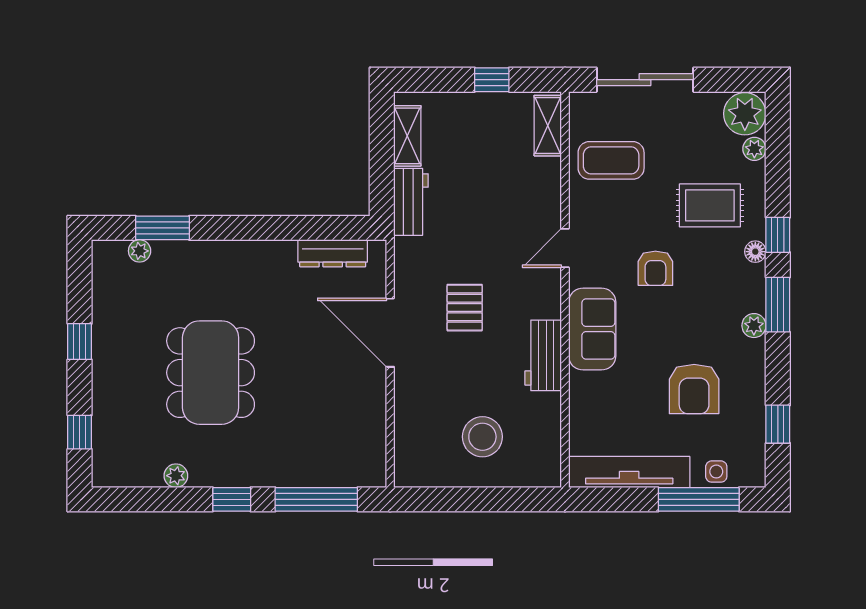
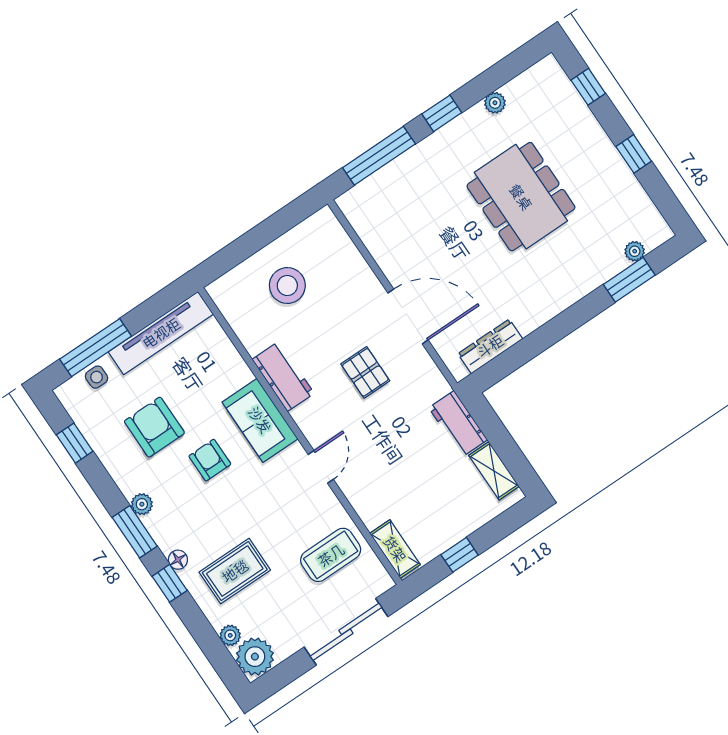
armchair: (655, 268) -> (210, 460), moved

